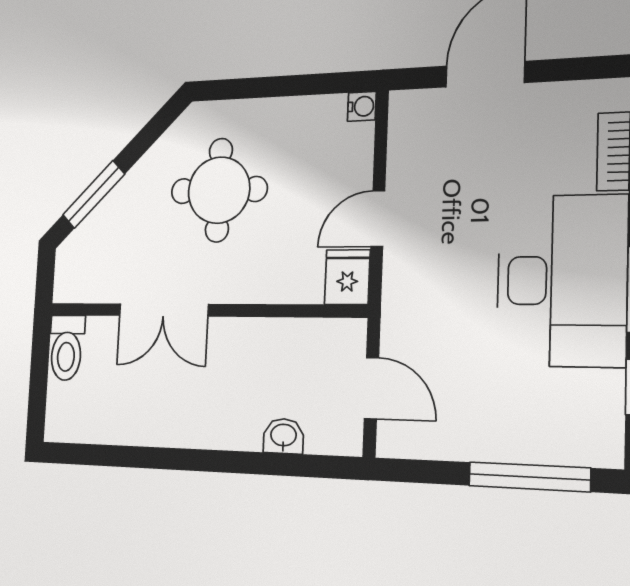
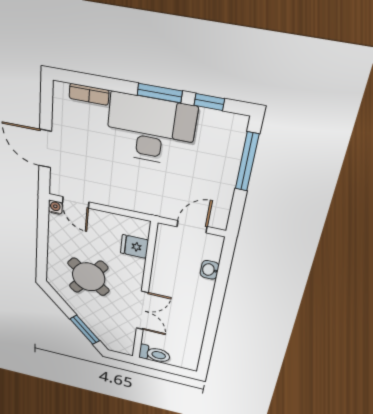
round table: (219, 190) -> (89, 277), turned 38
door: (378, 219) -> (76, 202), moved
fridge: (347, 277) -> (134, 247), moved

